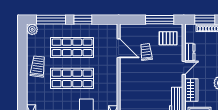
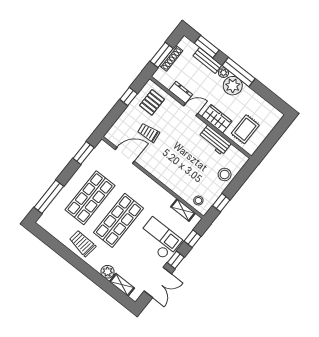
window: (83, 20) -> (84, 153), moved
window: (160, 20) -> (129, 96), width x0.46
plant: (32, 29) -> (108, 272), moved
door: (184, 68) -> (191, 110), hinge flipped

